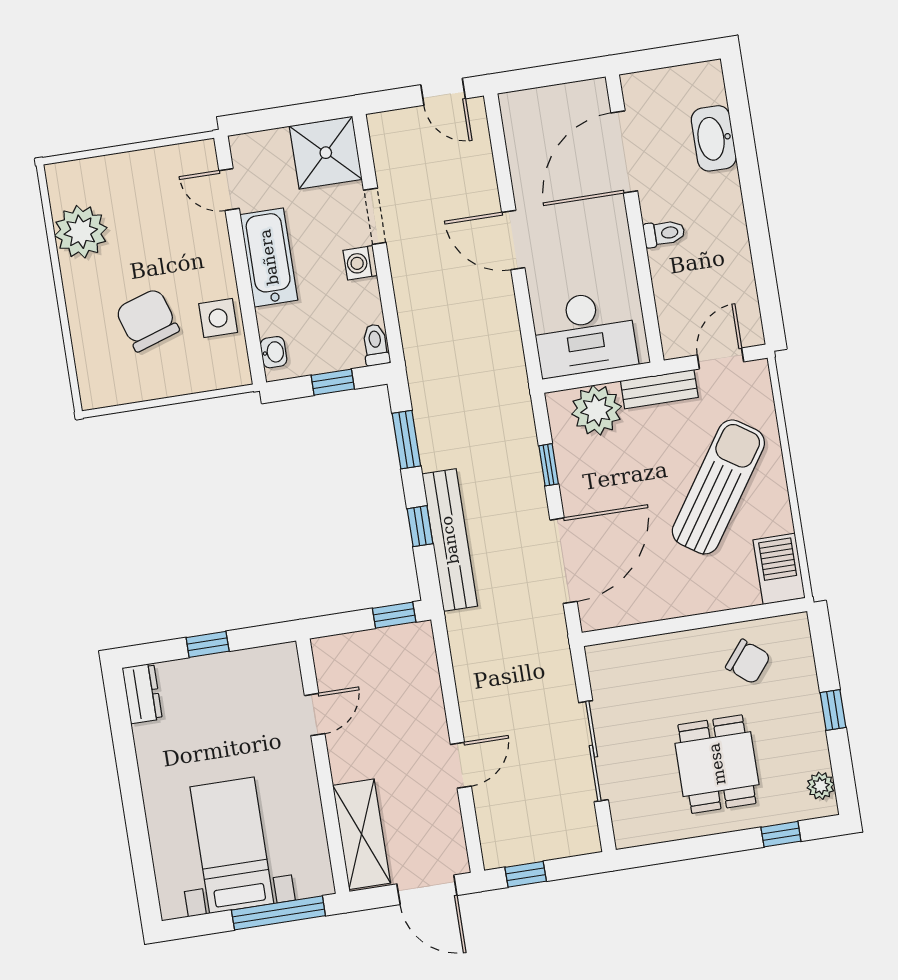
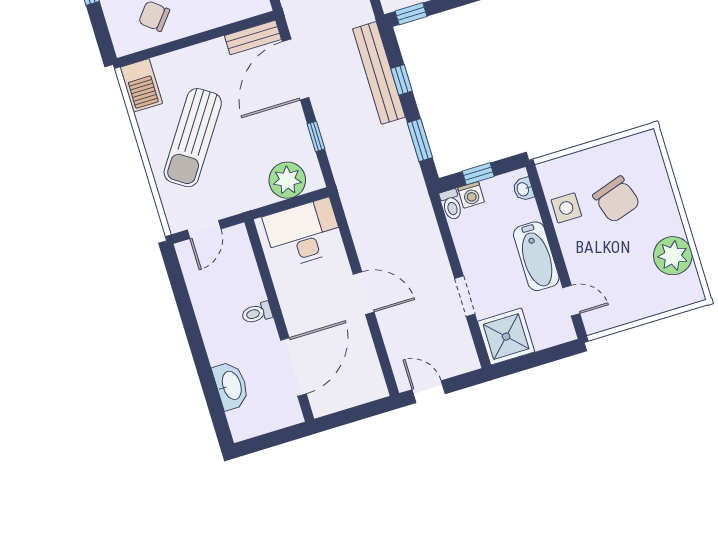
washing machine: (360, 263) -> (471, 195), moved, turned 90
bench: (659, 389) -> (253, 37), moved

